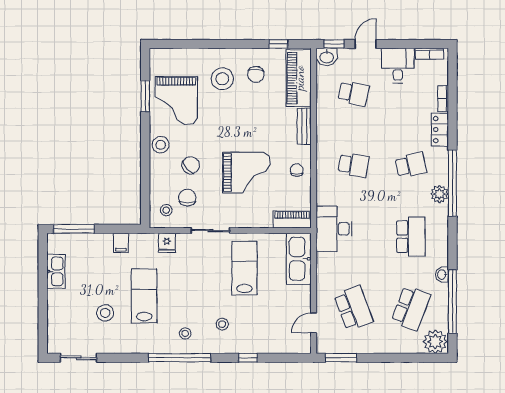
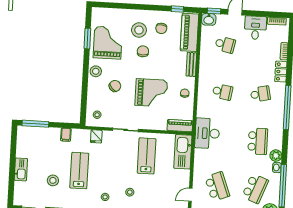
grand piano: (176, 101) -> (108, 43), turned 180
plant: (439, 194) -> (276, 156), moved
chair: (187, 198) -> (143, 51), moved
kitchen sink: (56, 271) -> (21, 169), moved

